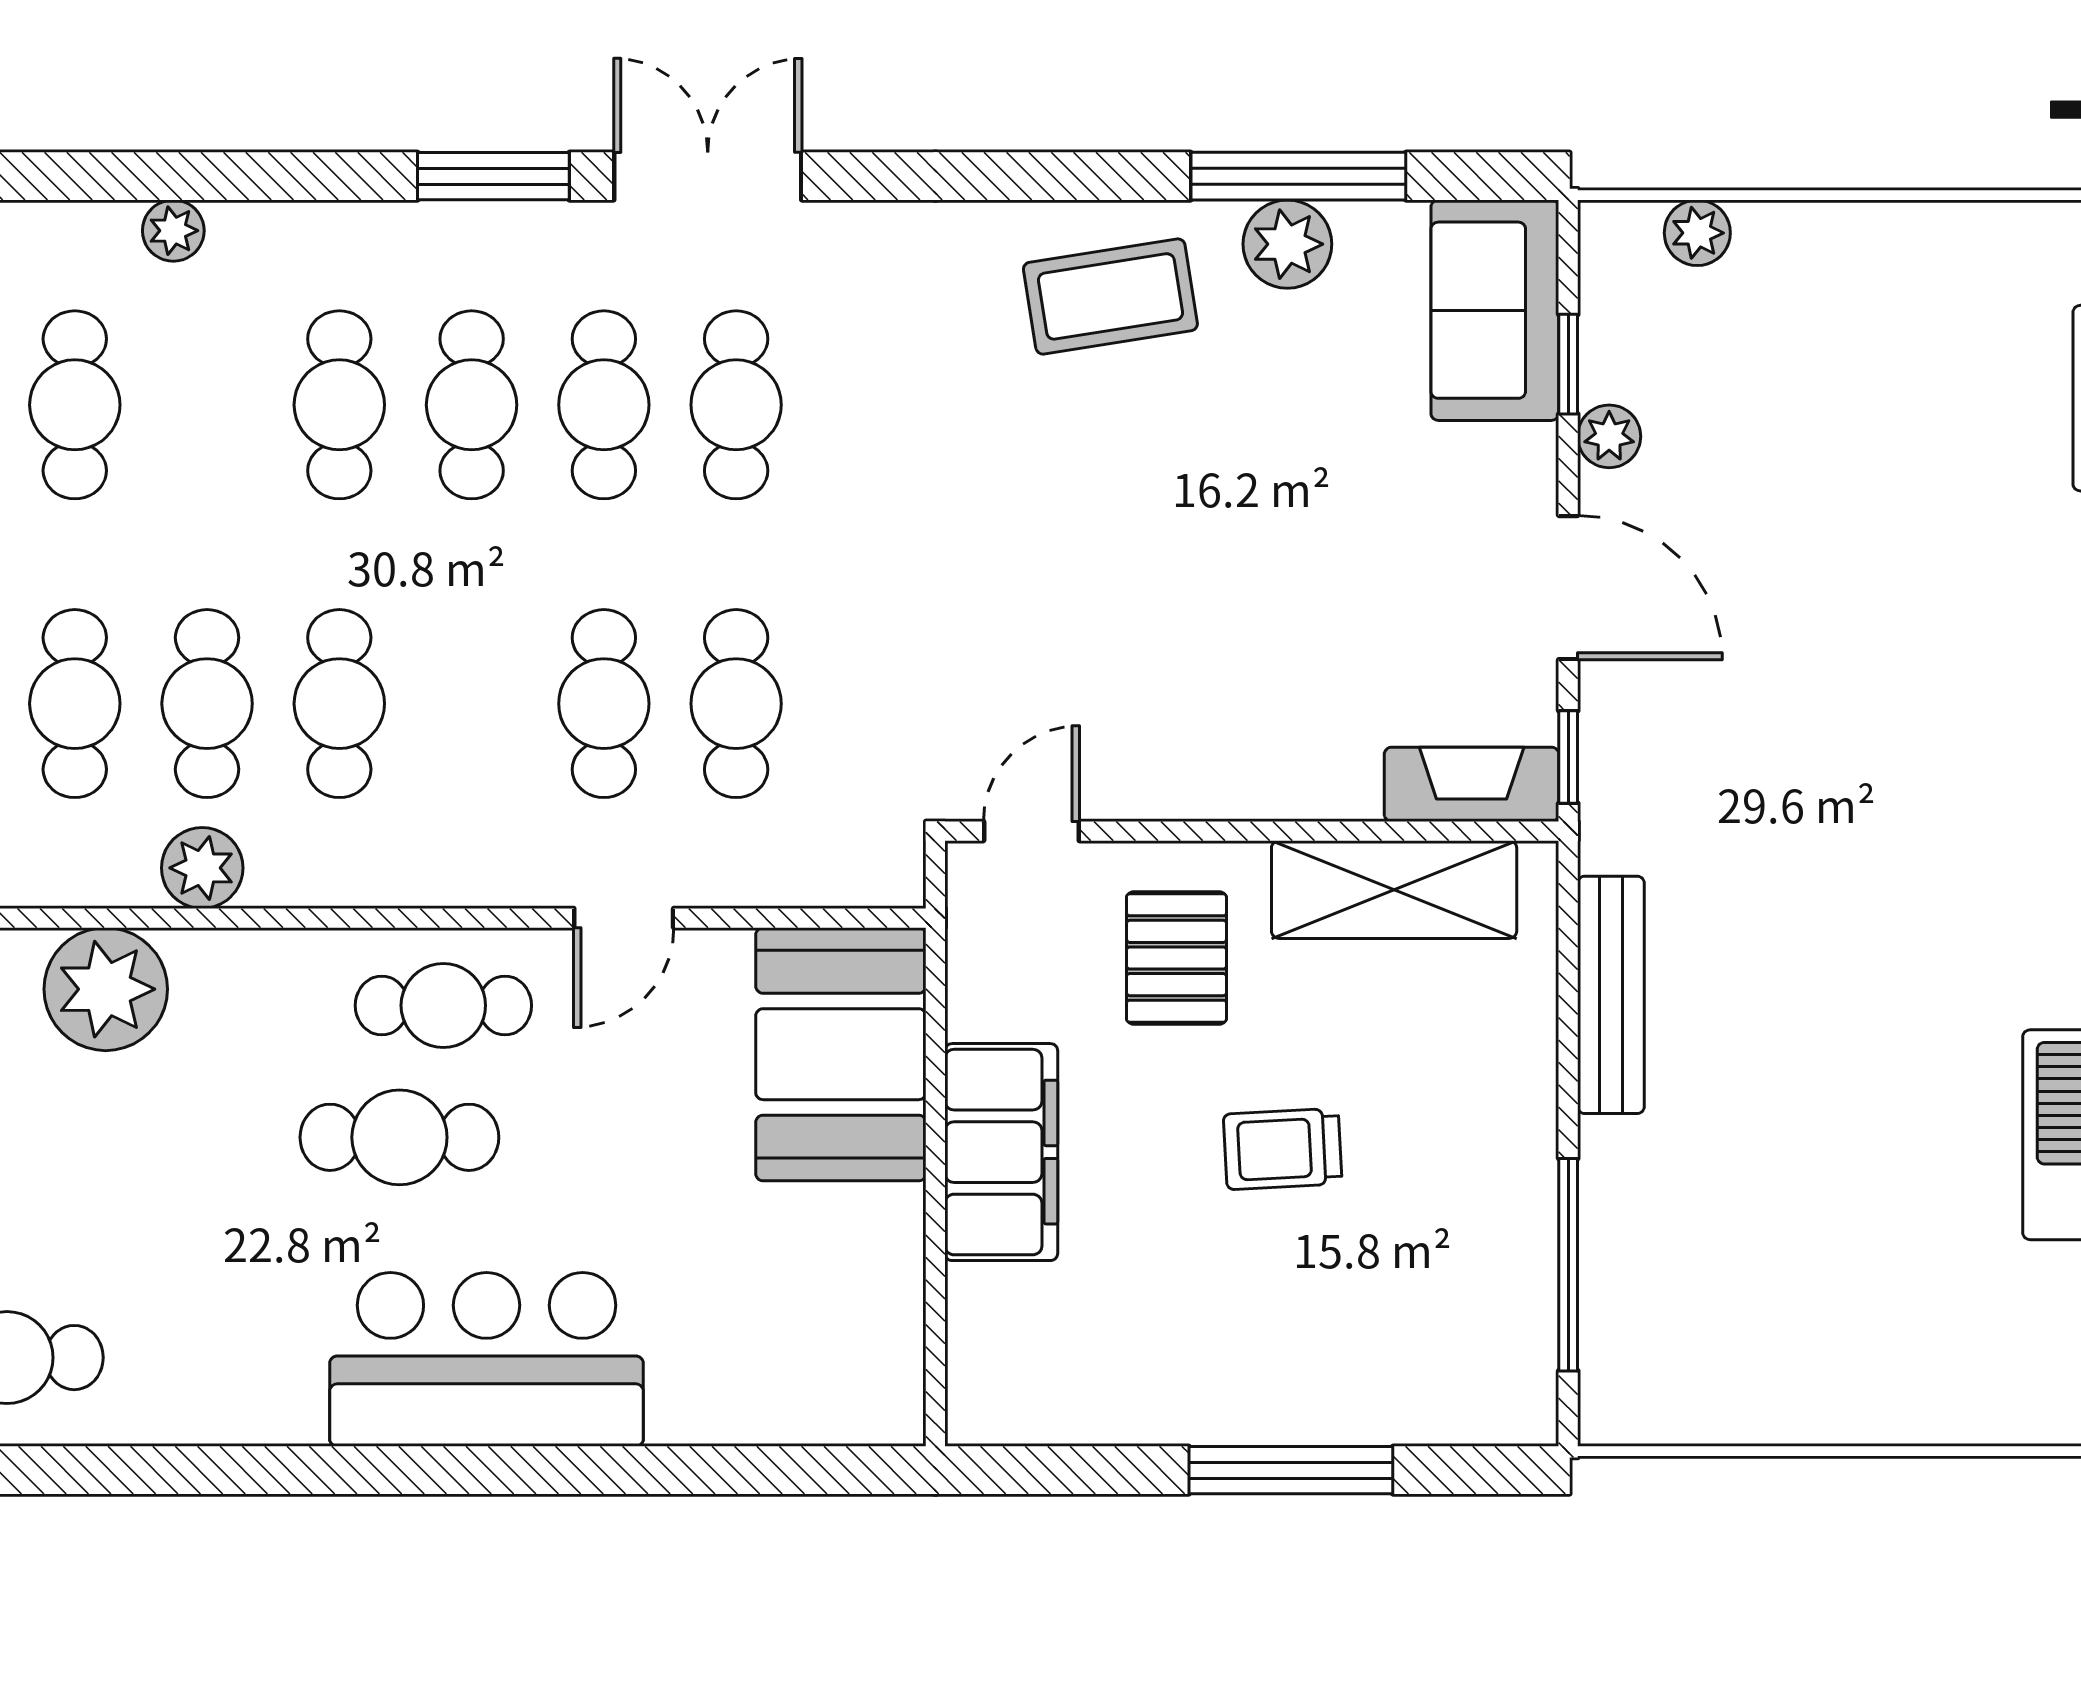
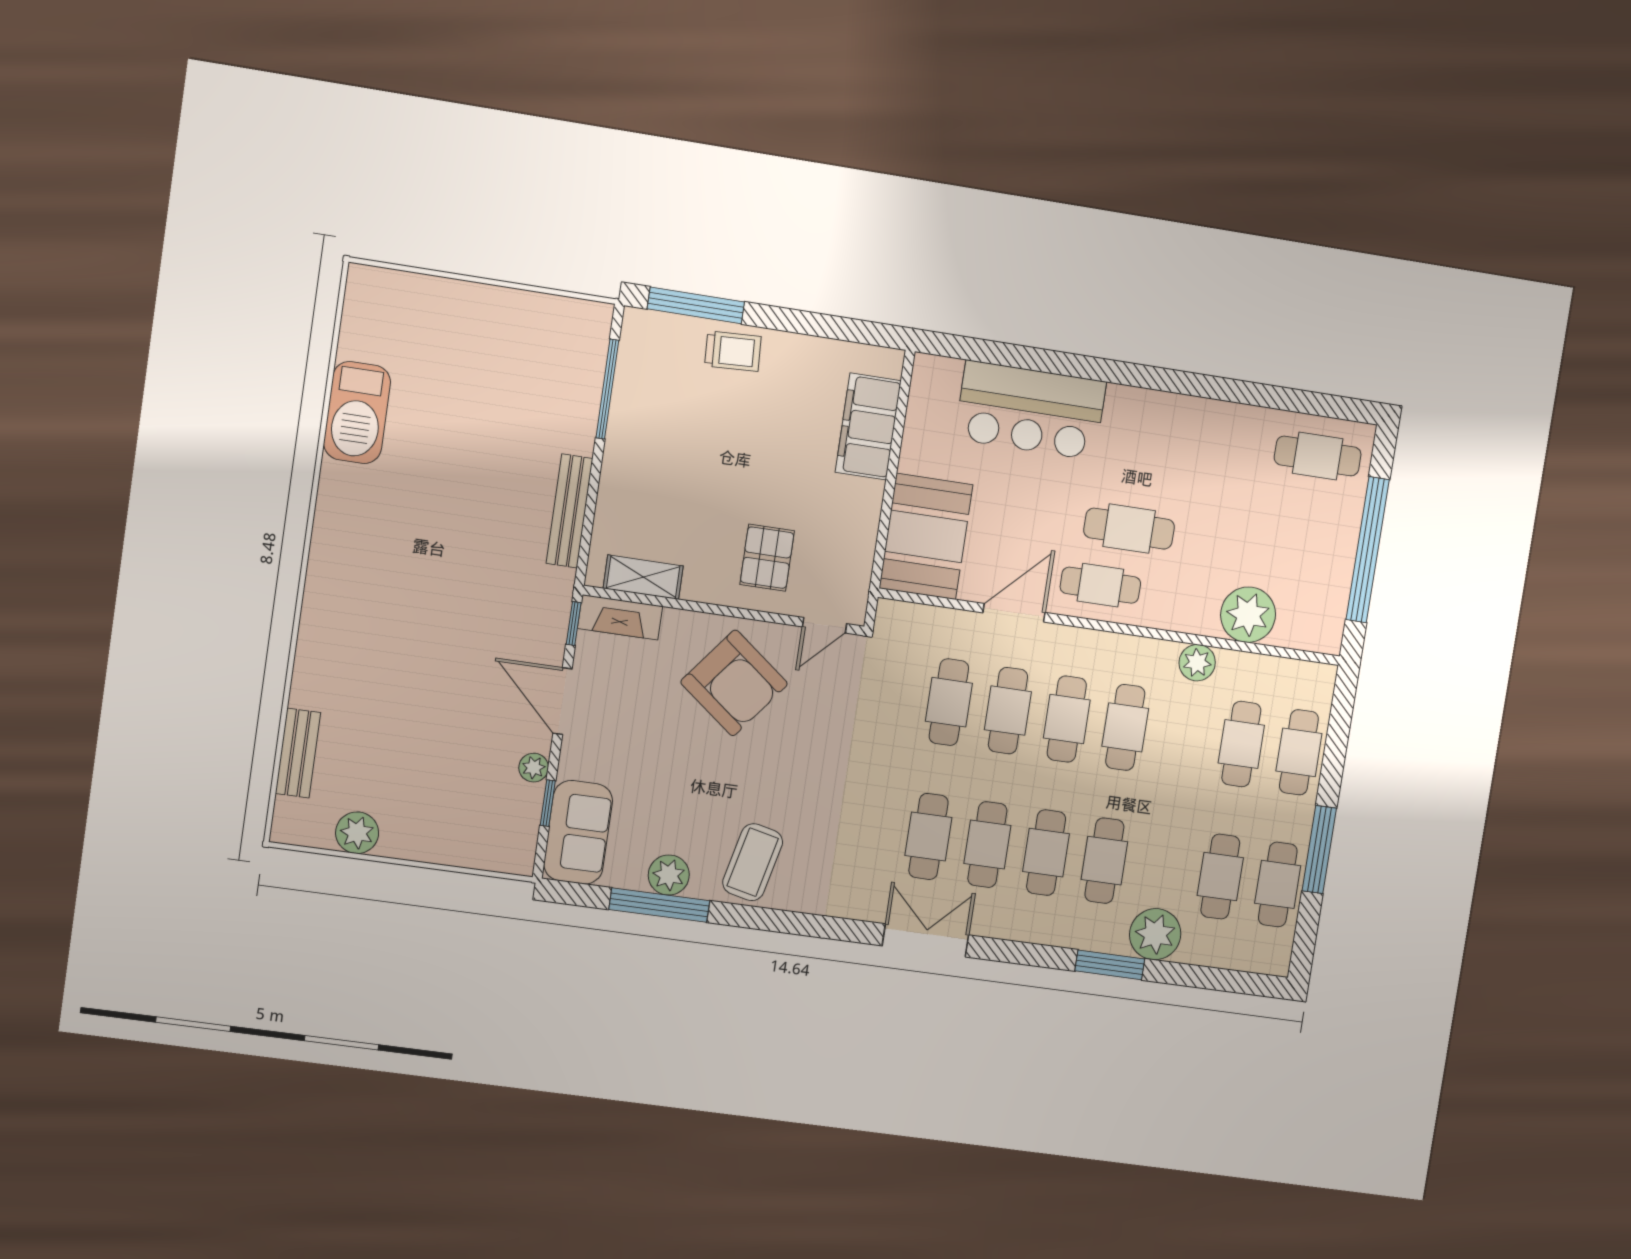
window: (493, 176) -> (1110, 965), moved
double door: (708, 176) -> (925, 940), swing flipped
plant: (173, 231) -> (1155, 934), width x1.87, depth x1.87
plant: (1697, 233) -> (357, 833), moved, width x1.38, depth x1.38
coffee table: (1110, 296) -> (753, 862), turned -68
armchair: (1208, 679) -> (734, 683), added
cafe table: (207, 704) -> (1067, 719), moved
shelving: (1394, 890) -> (643, 577), width x0.67, depth x0.75
door: (624, 918) -> (1014, 613), width x1.38
trolley: (1283, 1149) -> (733, 351), moved
filing cabinet: (1001, 1152) -> (868, 426), moved
bar counter: (486, 1359) -> (1030, 410), moved
window: (1291, 1470) -> (696, 305), moved

